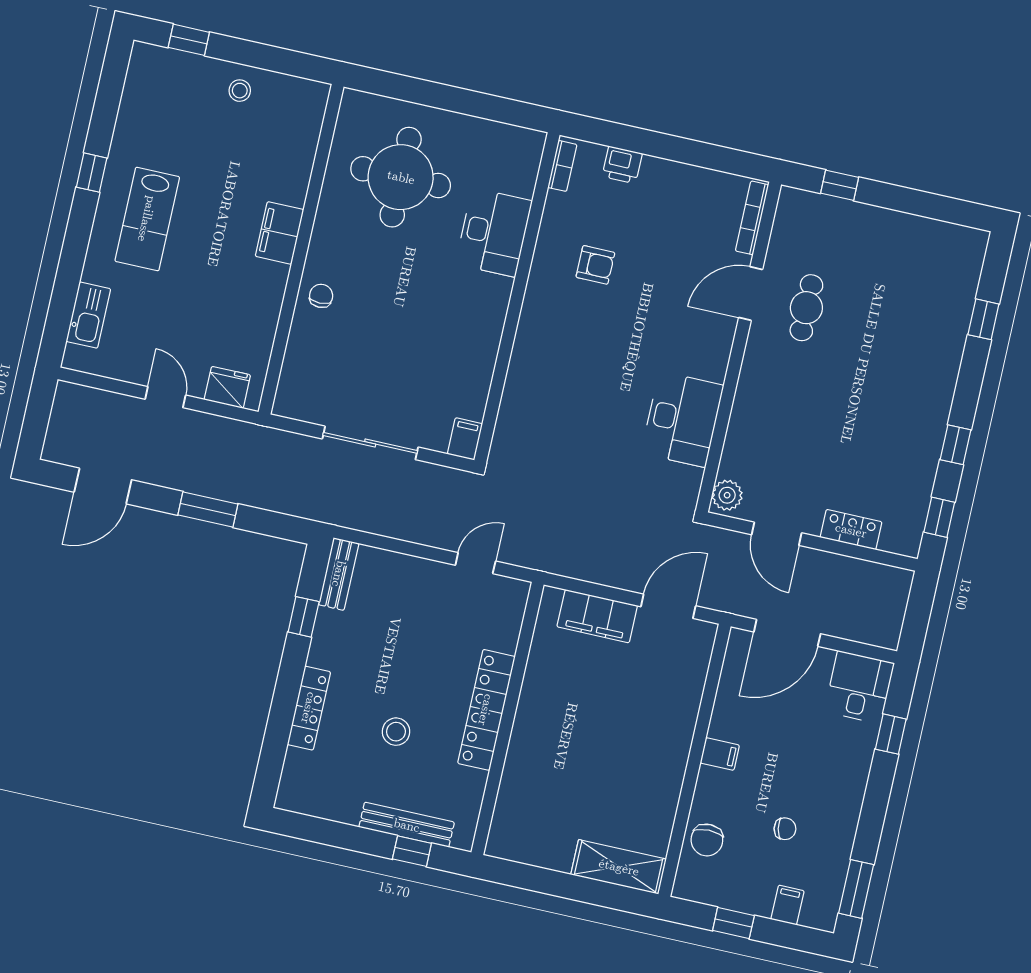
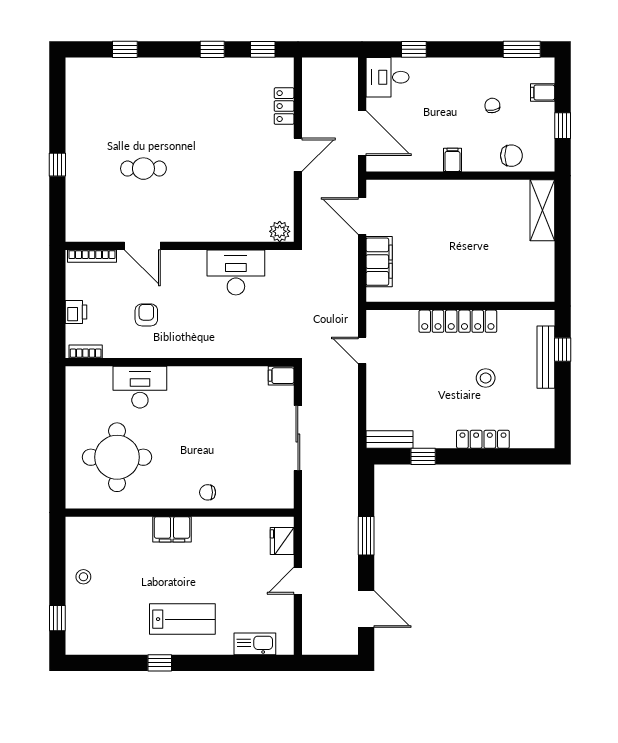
bookcase: (752, 218) -> (92, 256), moved
door: (751, 294) -> (142, 246), moved
wall: (739, 347) -> (180, 246), moved
desk: (682, 419) -> (236, 272), moved
plant: (727, 495) -> (280, 231), moved

